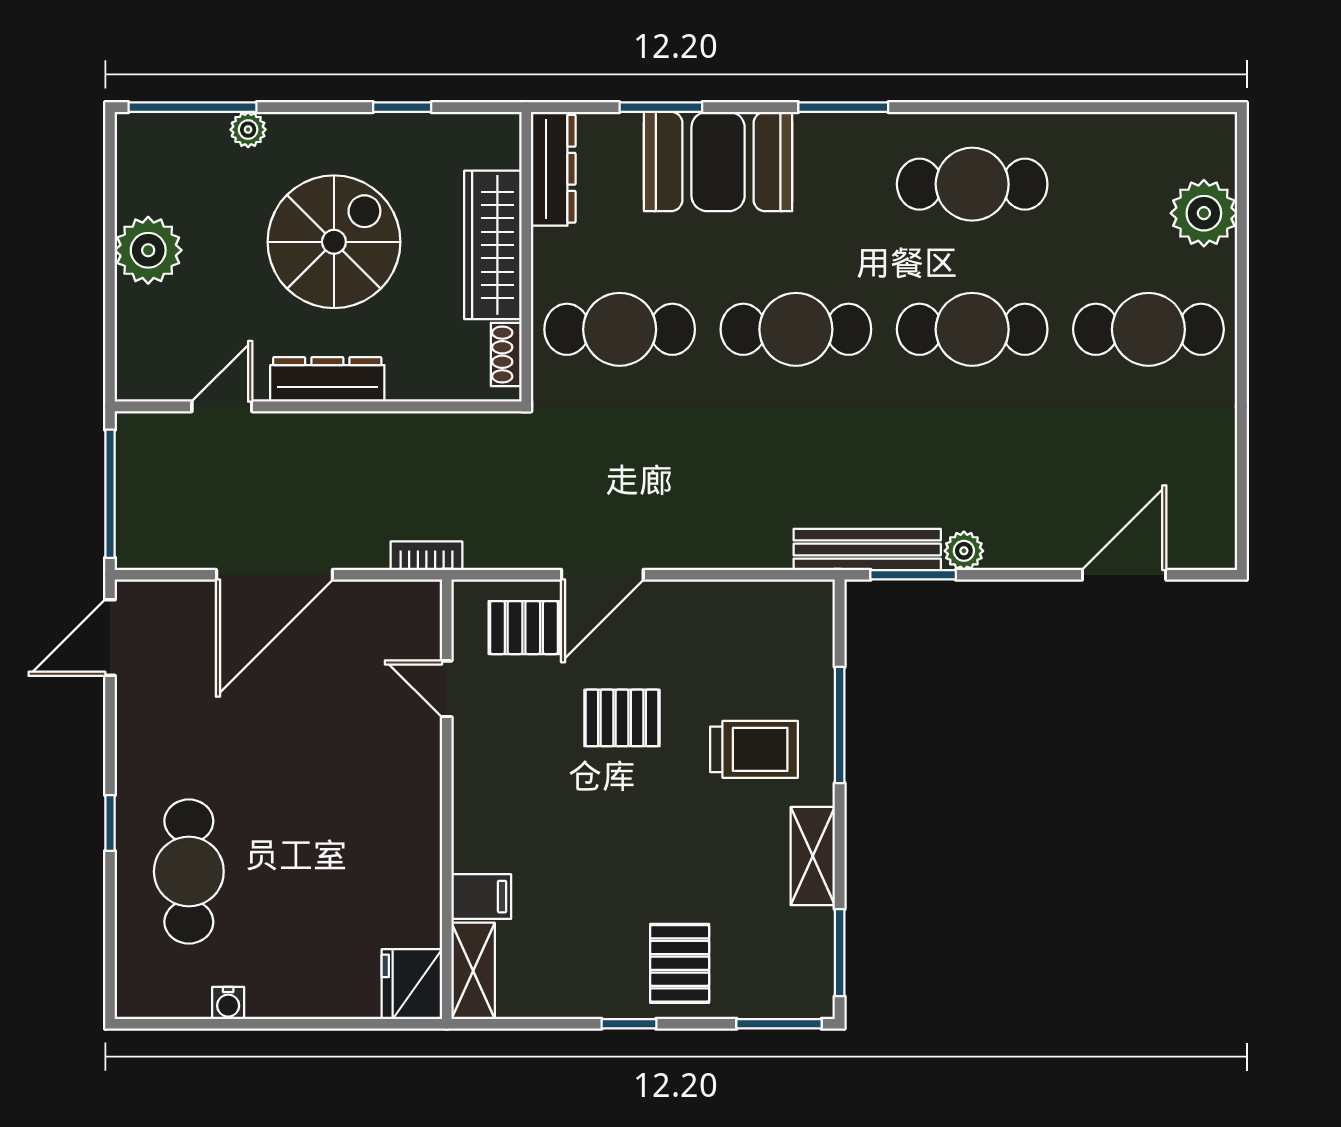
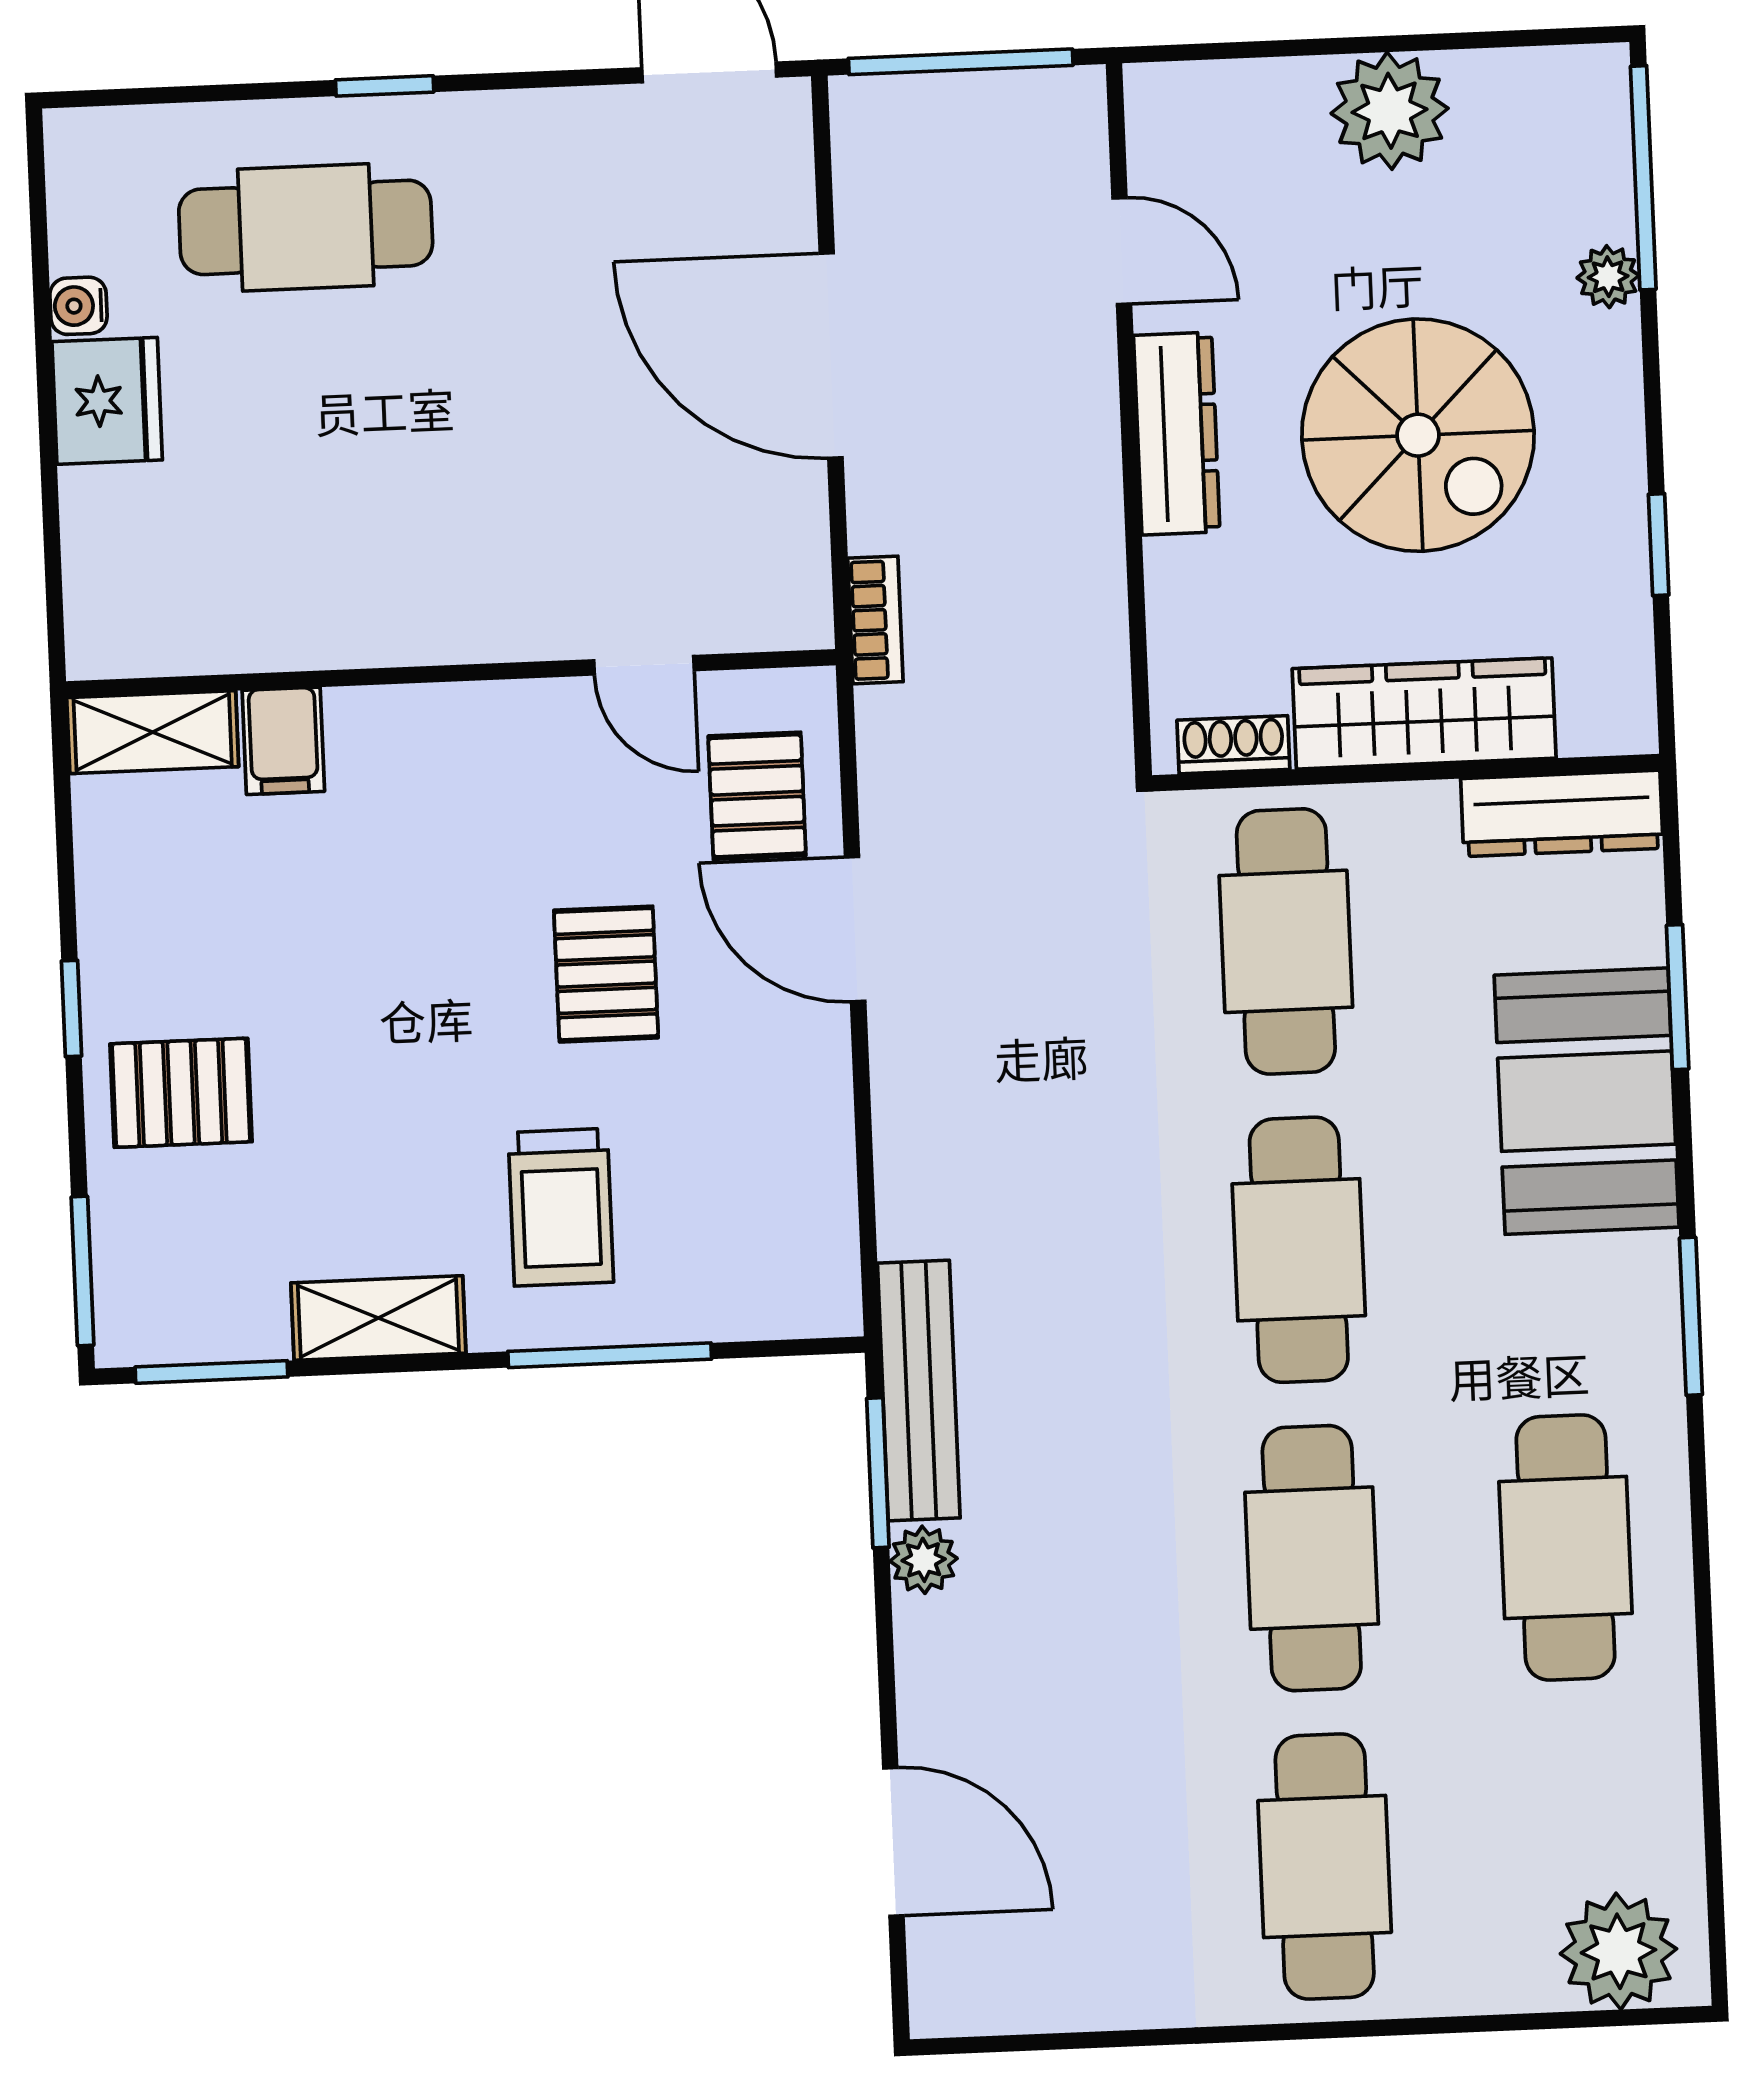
plant: (1204, 213) -> (1618, 1951), moved
door: (447, 689) -> (644, 665), swing flipped
fridge: (412, 984) -> (107, 401), moved, turned 90

